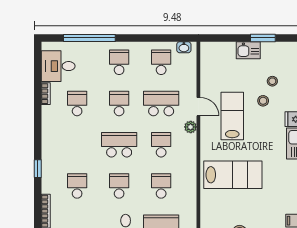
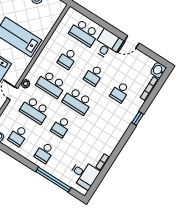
school desk: (77, 103) -> (87, 144), removed
school desk: (161, 145) -> (51, 84), width x1.85

